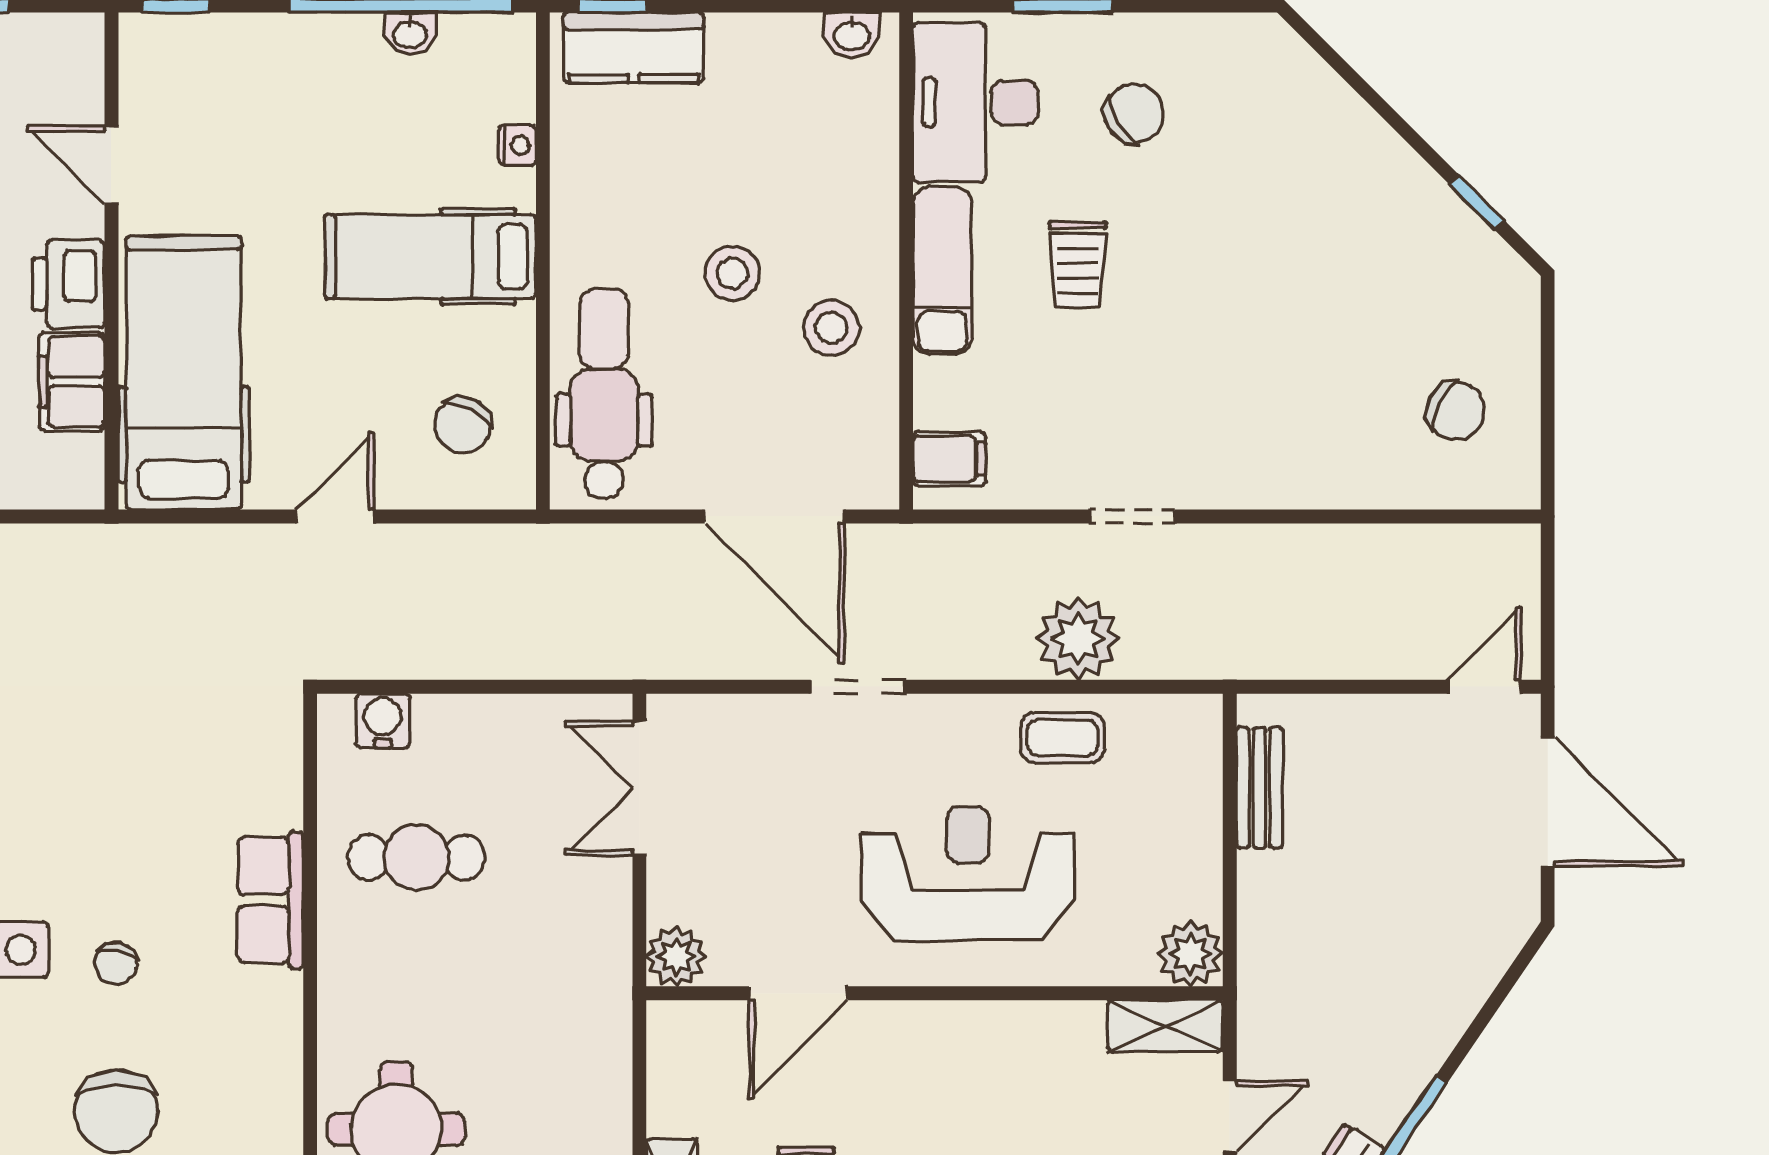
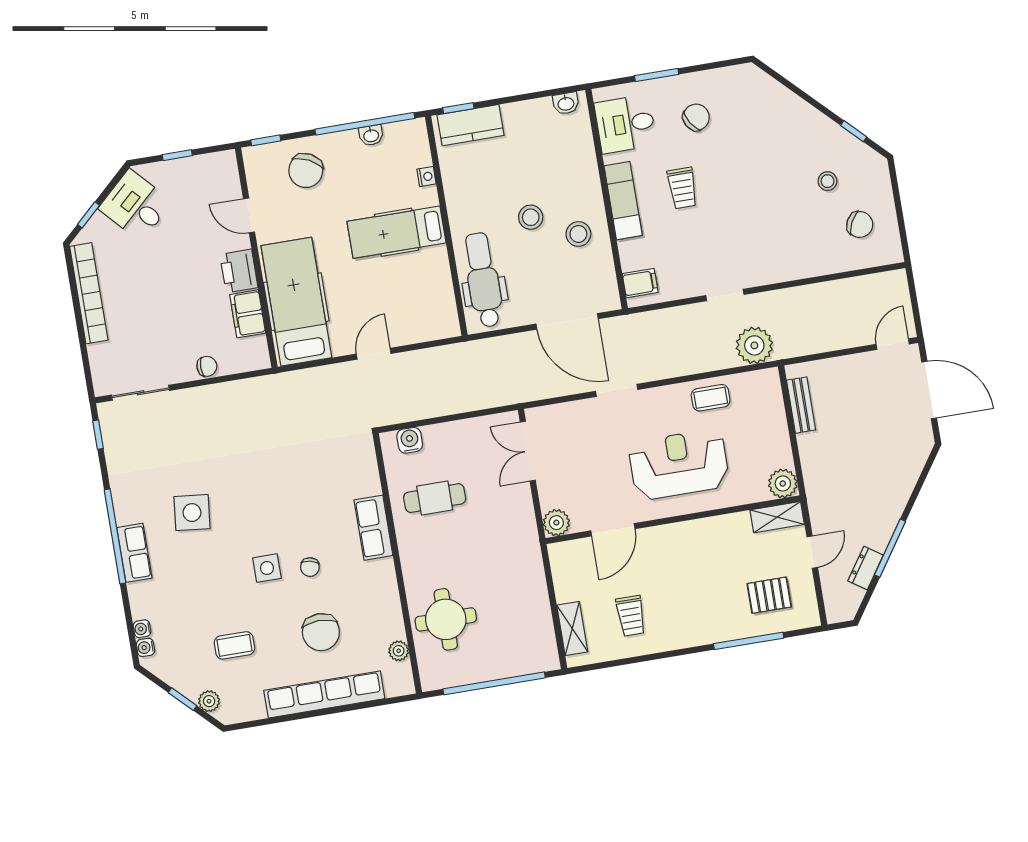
desk: (976, 102) -> (625, 124), width x0.73
stool: (1400, 303) -> (827, 181), added
chair: (463, 425) -> (306, 171), moved, width x1.37, depth x1.37
plant: (1078, 639) -> (754, 345), moved

